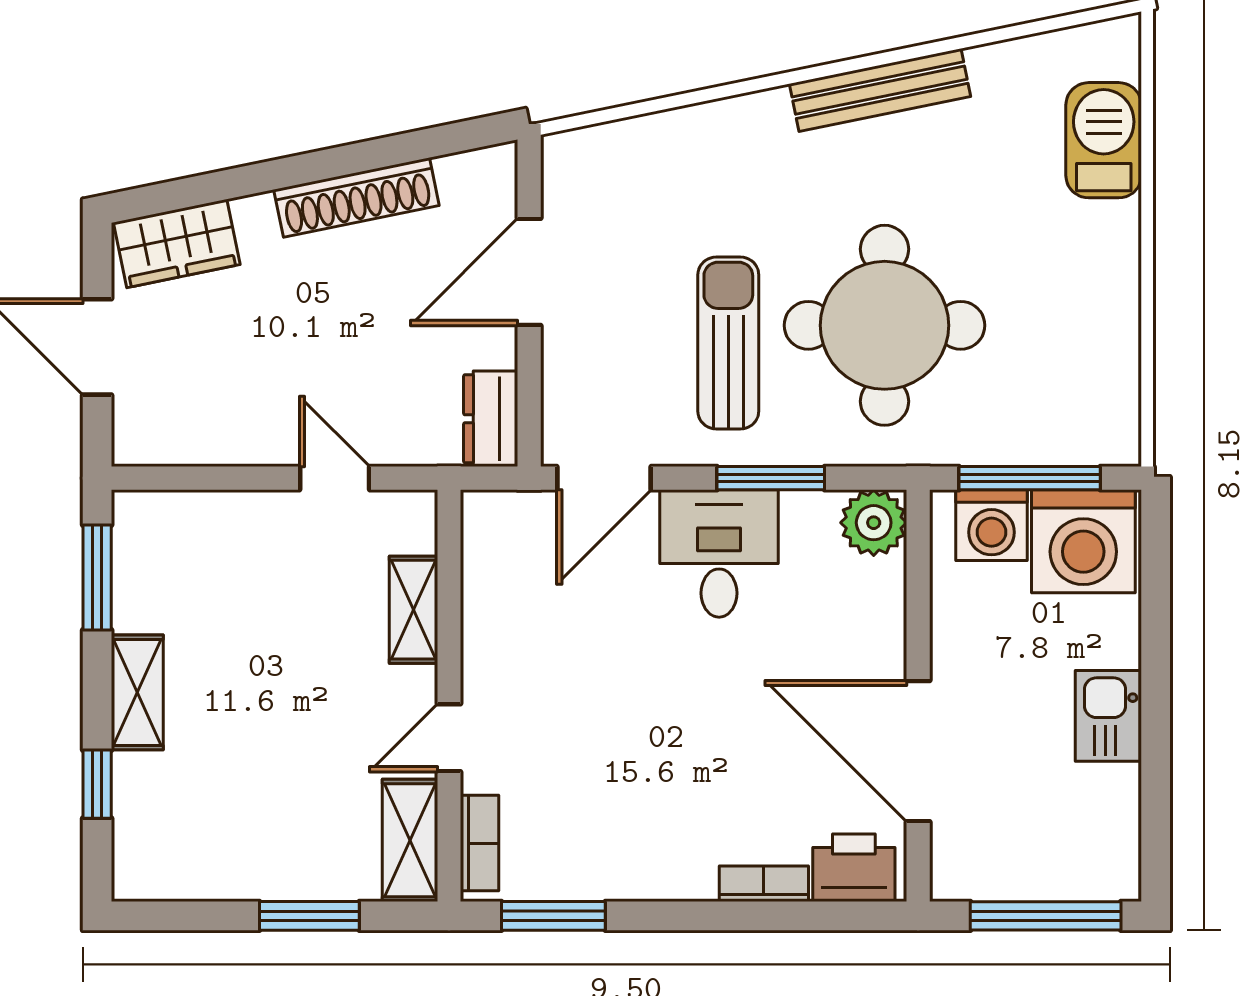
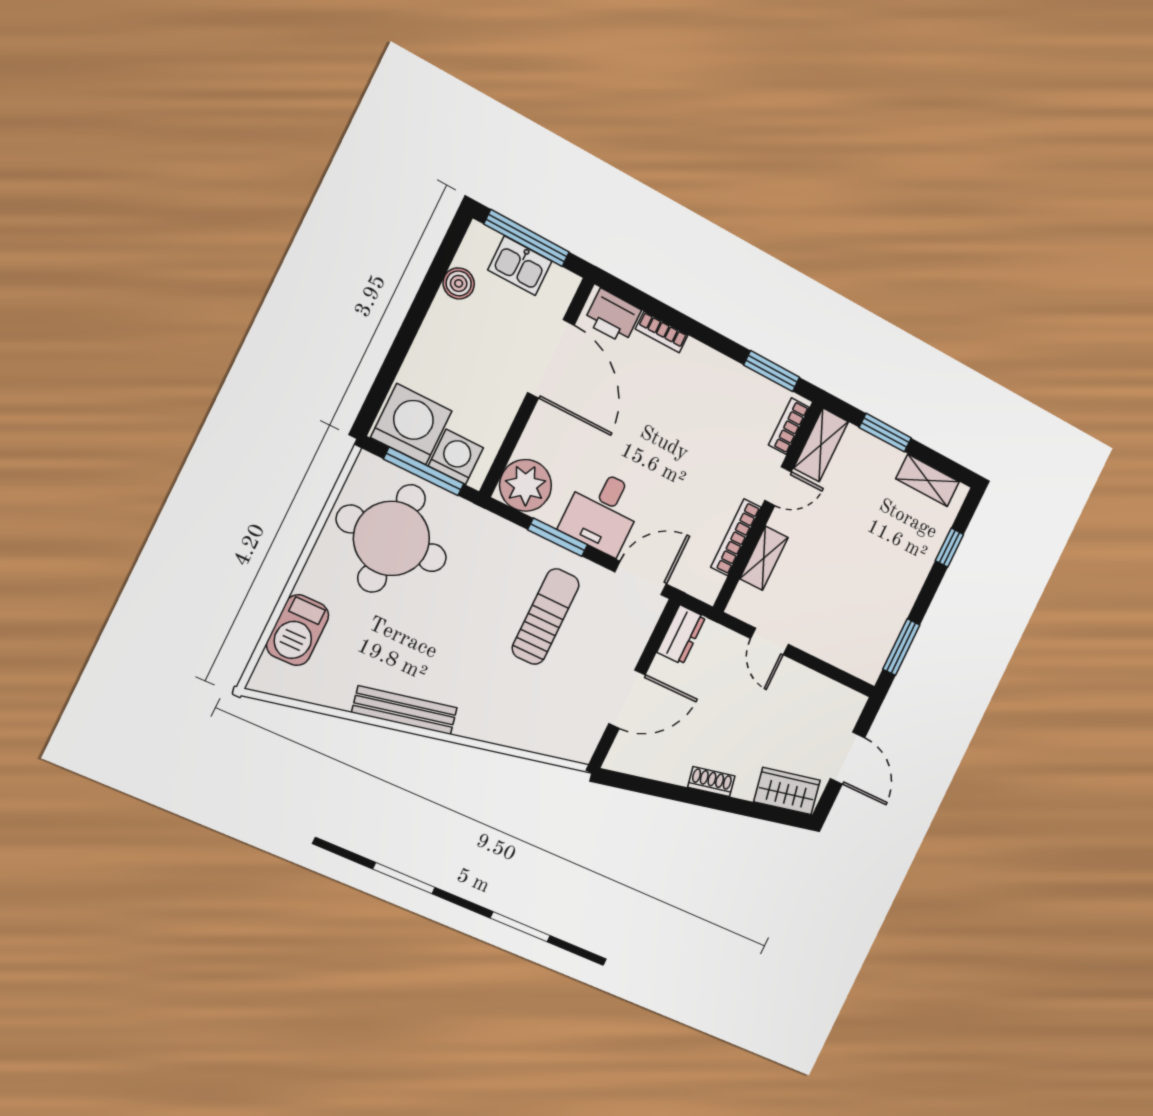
shoe rack: (356, 197) -> (711, 782), width x0.51, depth x0.81
round table: (885, 325) -> (392, 538), moved
sun lounger: (728, 343) -> (546, 617), turned 180
plant: (874, 523) -> (526, 485), width x1.36, depth x1.36
bookcase: (478, 620) -> (736, 537), added
shelving: (137, 692) -> (928, 480), moved, turned 90
kitchen sink: (1108, 716) -> (520, 266), moved, turned 90
boiler: (1115, 792) -> (459, 283), added

